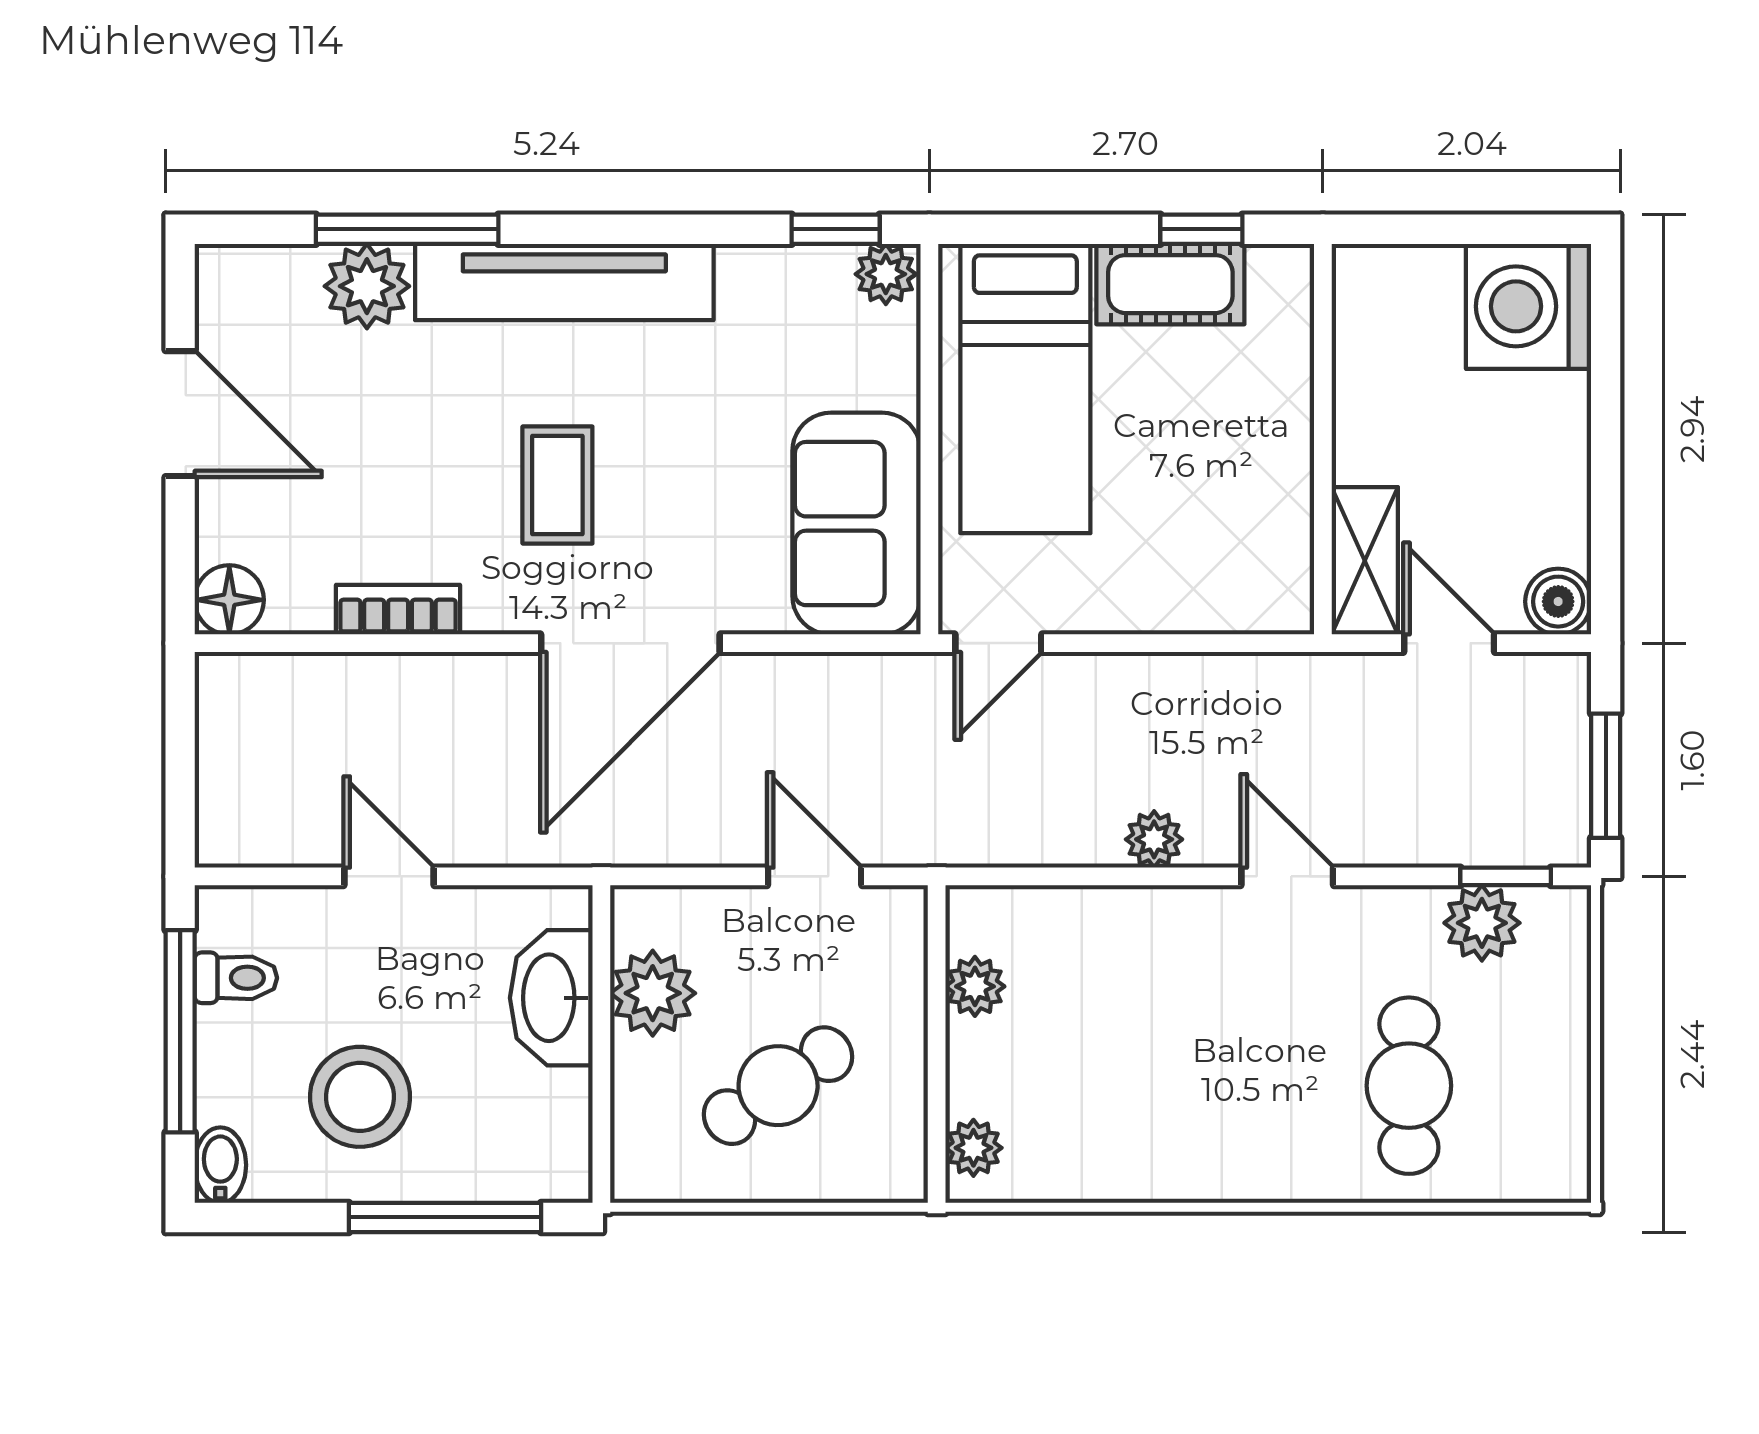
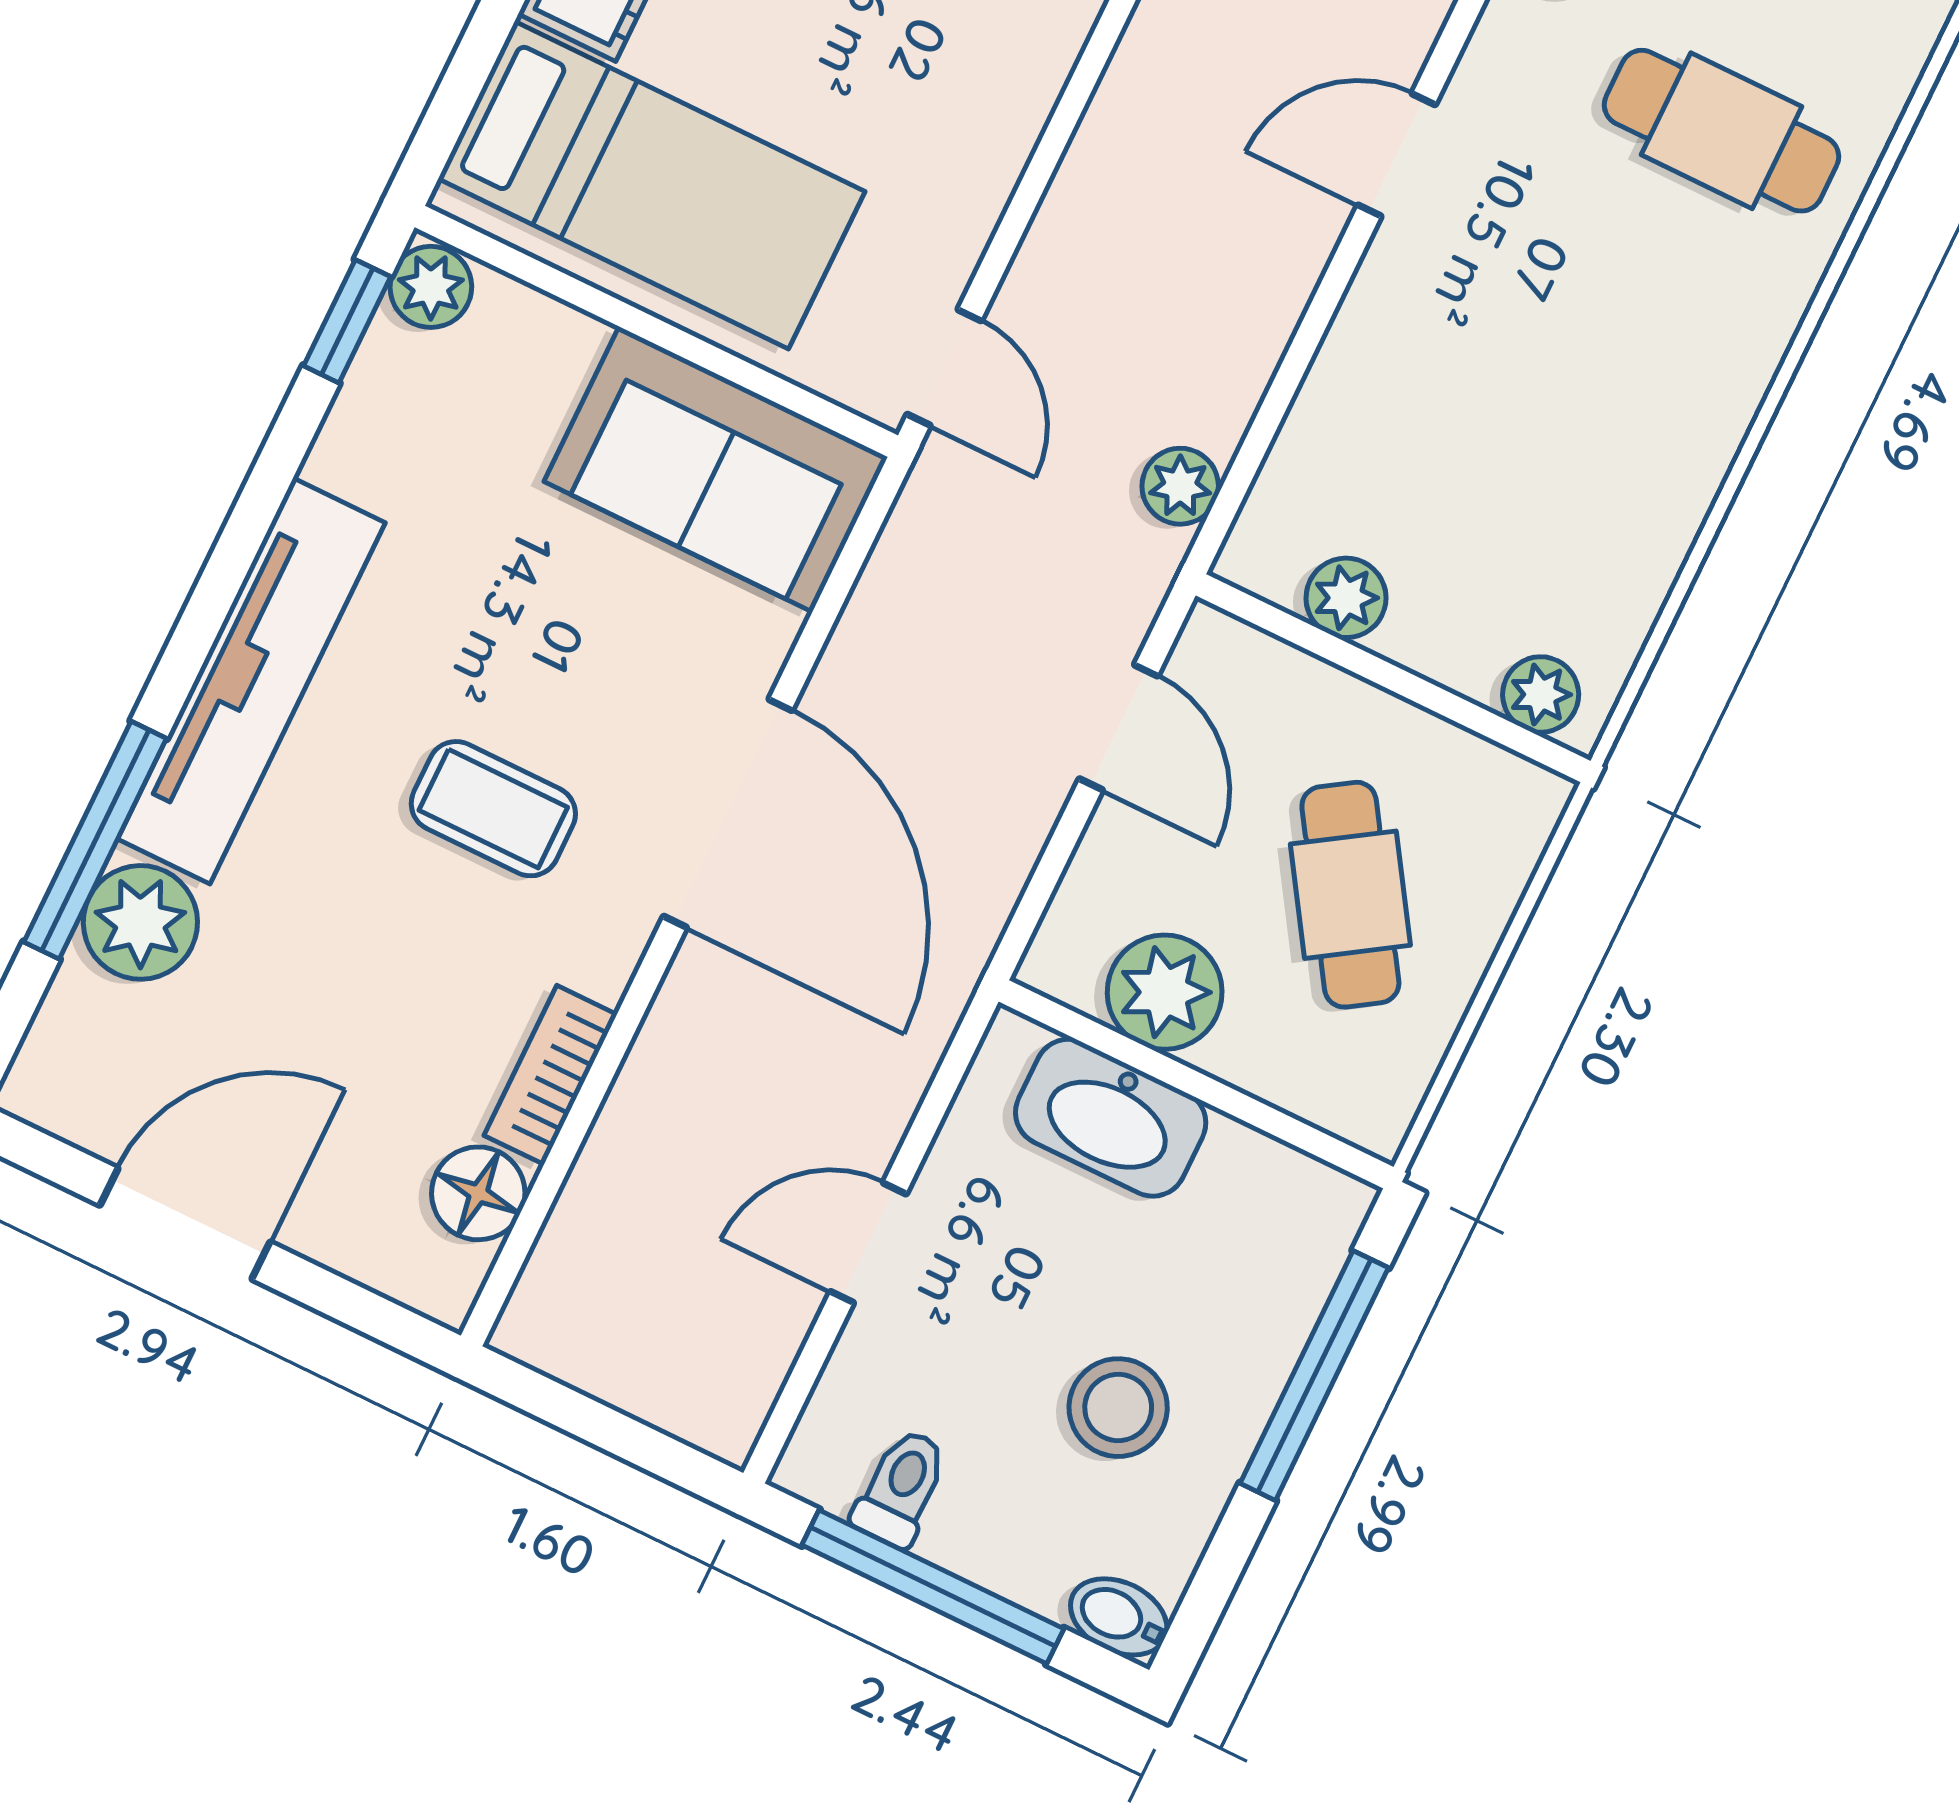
floor lamp: (229, 600) -> (478, 1193), moved
plant: (1154, 839) -> (1180, 486), moved
door: (815, 876) -> (1119, 727), swing flipped
stool: (360, 1097) -> (1118, 1408), width x0.73, depth x0.73

